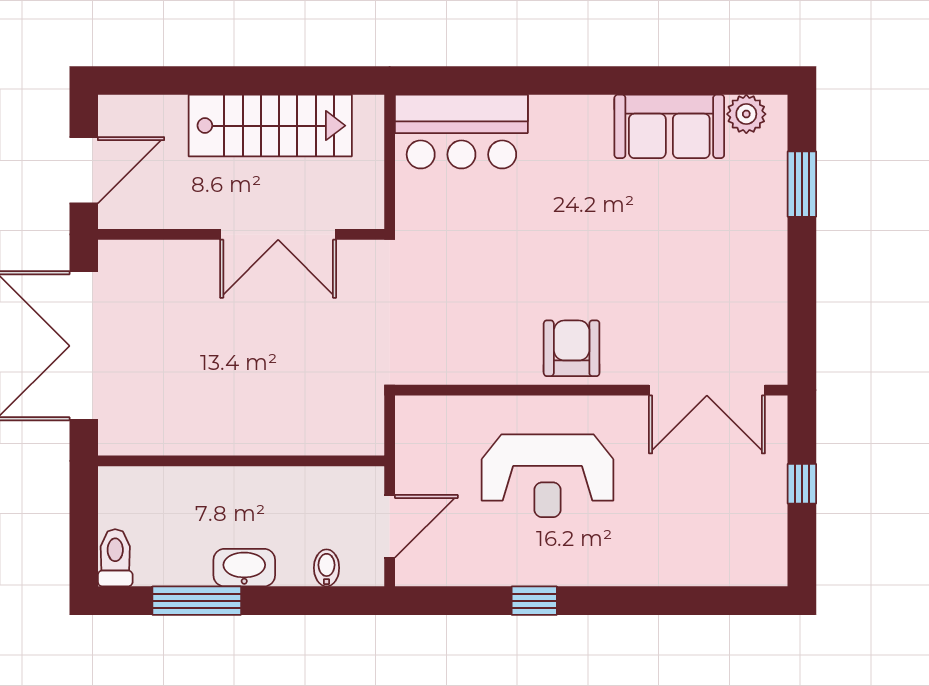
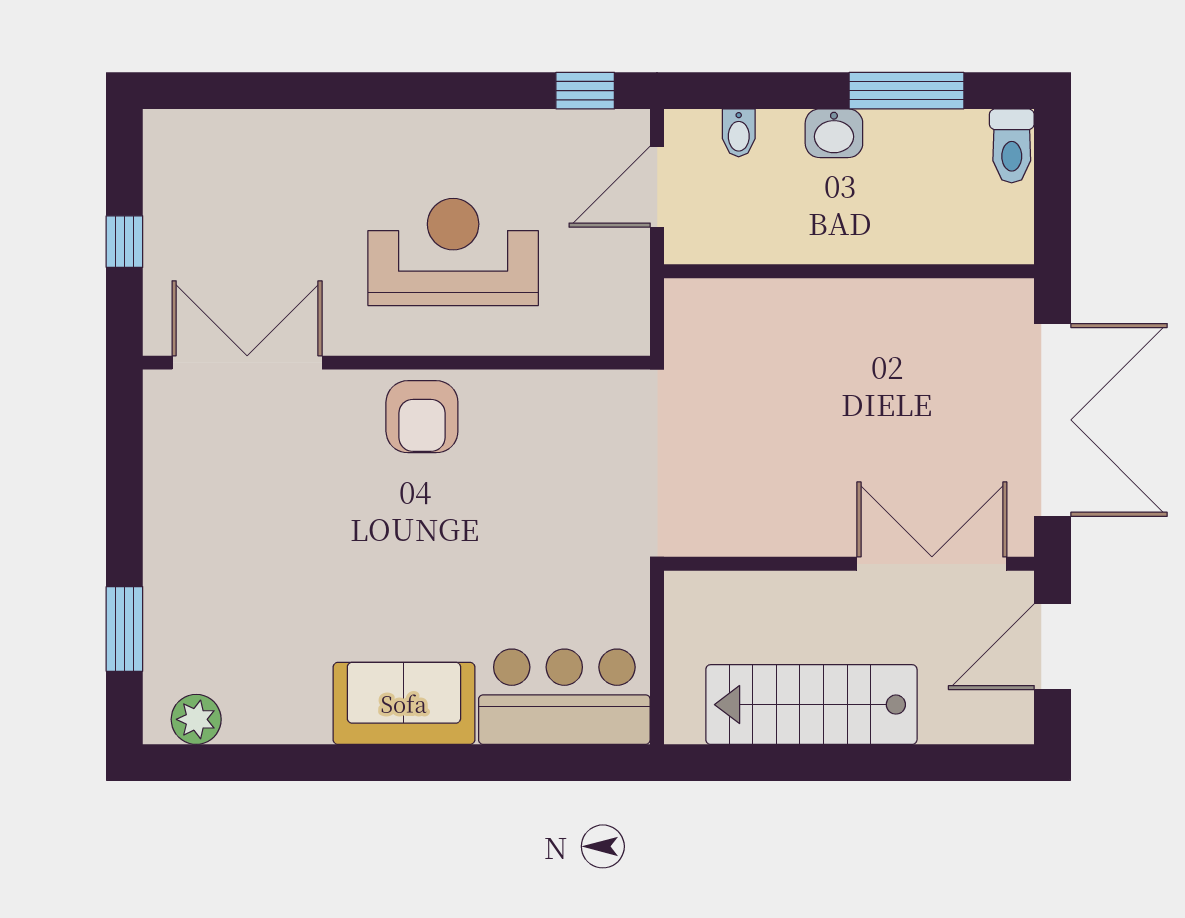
sofa: (669, 126) -> (404, 703), moved
double door: (278, 234) -> (932, 564), moved
washbasin: (244, 568) -> (834, 133), width x0.72
window: (534, 601) -> (585, 91), moved

